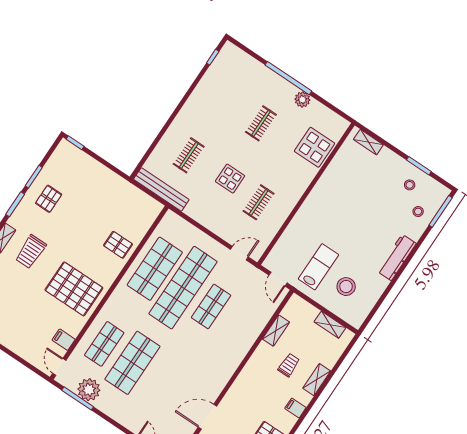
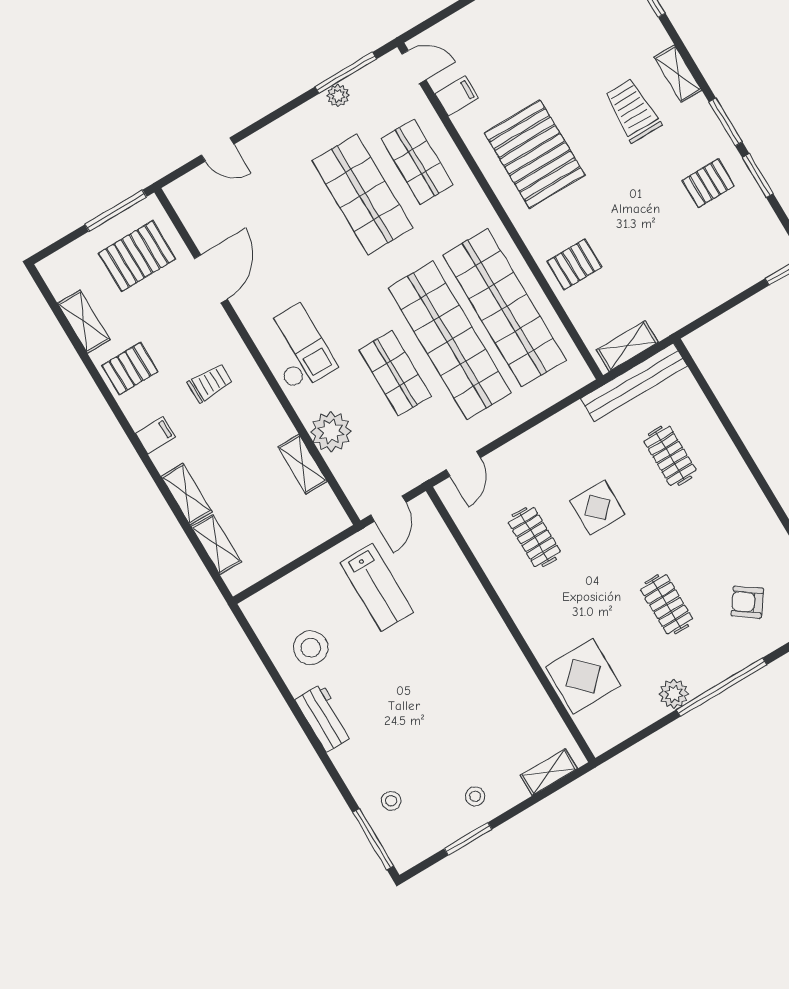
armchair: (242, 85) -> (747, 602), added
stool: (410, 185) -> (475, 796), moved
pallet: (49, 199) -> (708, 183), turned 90
shelving: (145, 201) -> (627, 346), added
workbench: (397, 257) -> (324, 718), width x0.73
shop shelf: (155, 269) -> (504, 308), width x1.40
door: (278, 279) -> (388, 509), swing flipped
stool: (346, 287) -> (311, 648), moved
pallet: (74, 289) -> (535, 154), turned 90
plant: (254, 324) -> (331, 432), added
shelving: (330, 325) -> (216, 544), moved, turned 90
checkout: (221, 360) -> (297, 348), added
trolley: (289, 365) -> (210, 383), moved, turned -90
plant: (89, 390) -> (338, 96), width x0.53, depth x0.53

